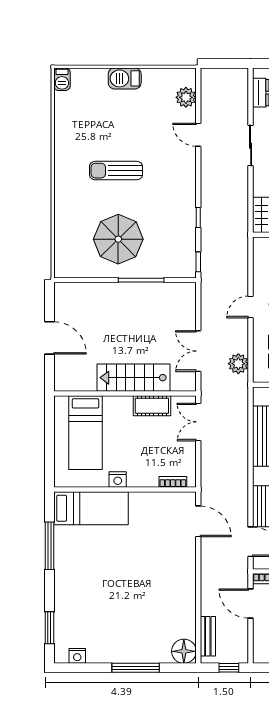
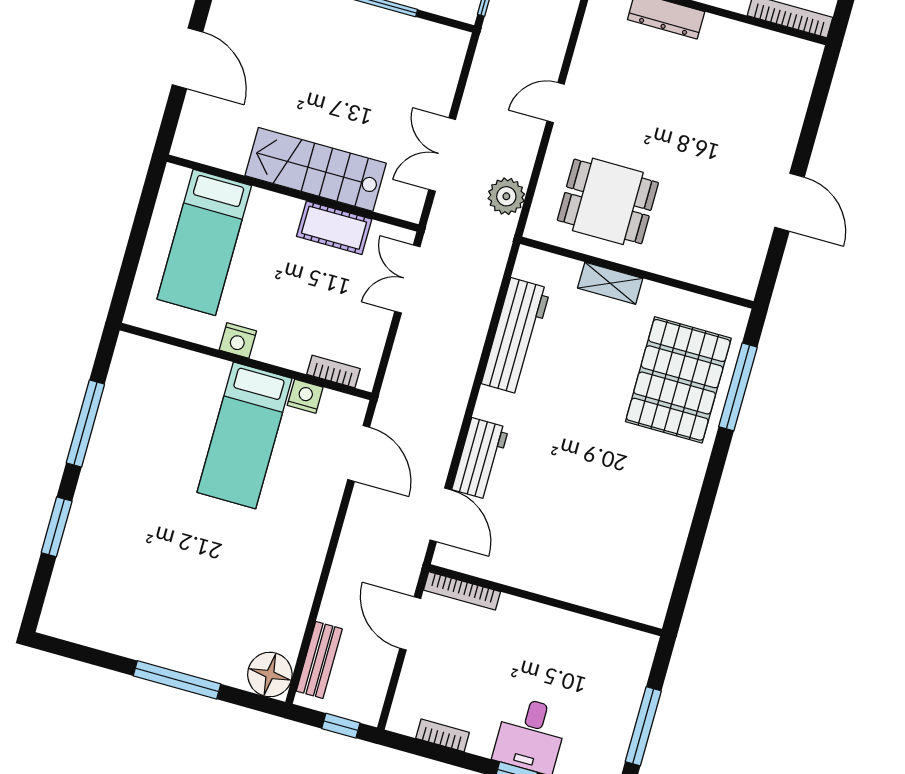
bed: (91, 508) -> (245, 435), moved, turned 90
window: (49, 628) -> (57, 527), moved
nightstand: (77, 656) -> (305, 396), moved, turned 180

